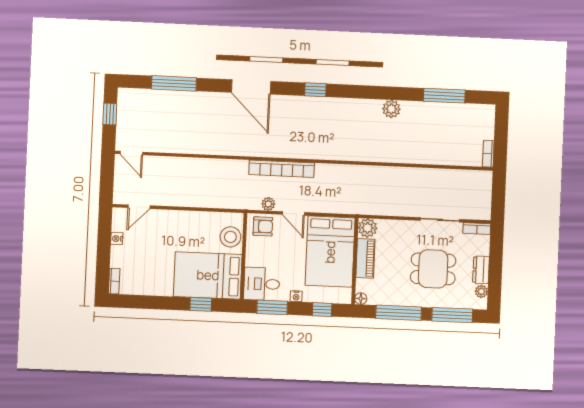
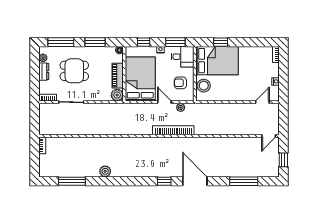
window: (315, 90) -> (164, 181), moved
door: (131, 153) -> (269, 136), swing flipped
armchair: (263, 226) -> (180, 83), moved
window: (399, 313) -> (95, 42), width x0.69

